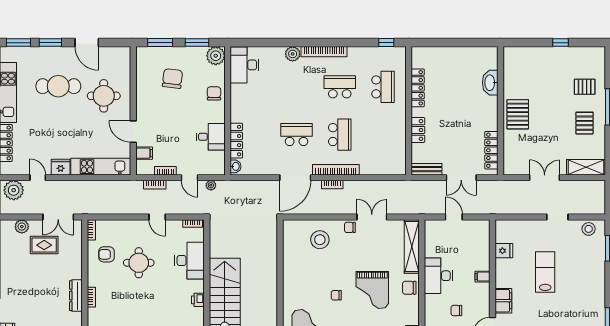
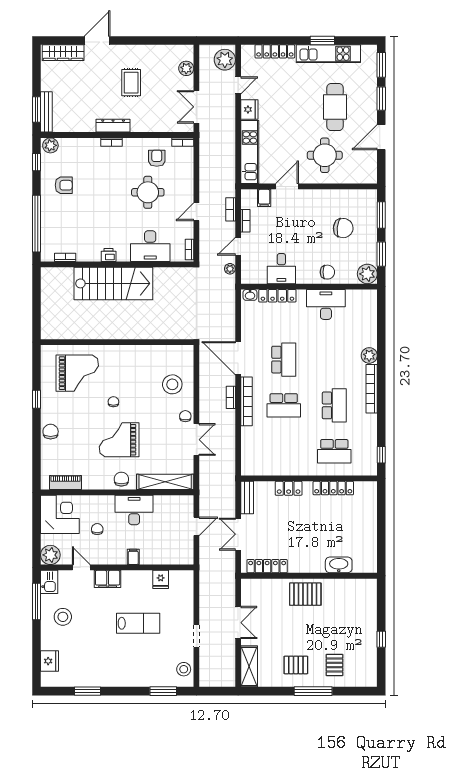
desk: (244, 65) -> (326, 304), moved
rug: (44, 245) -> (131, 83), moved

